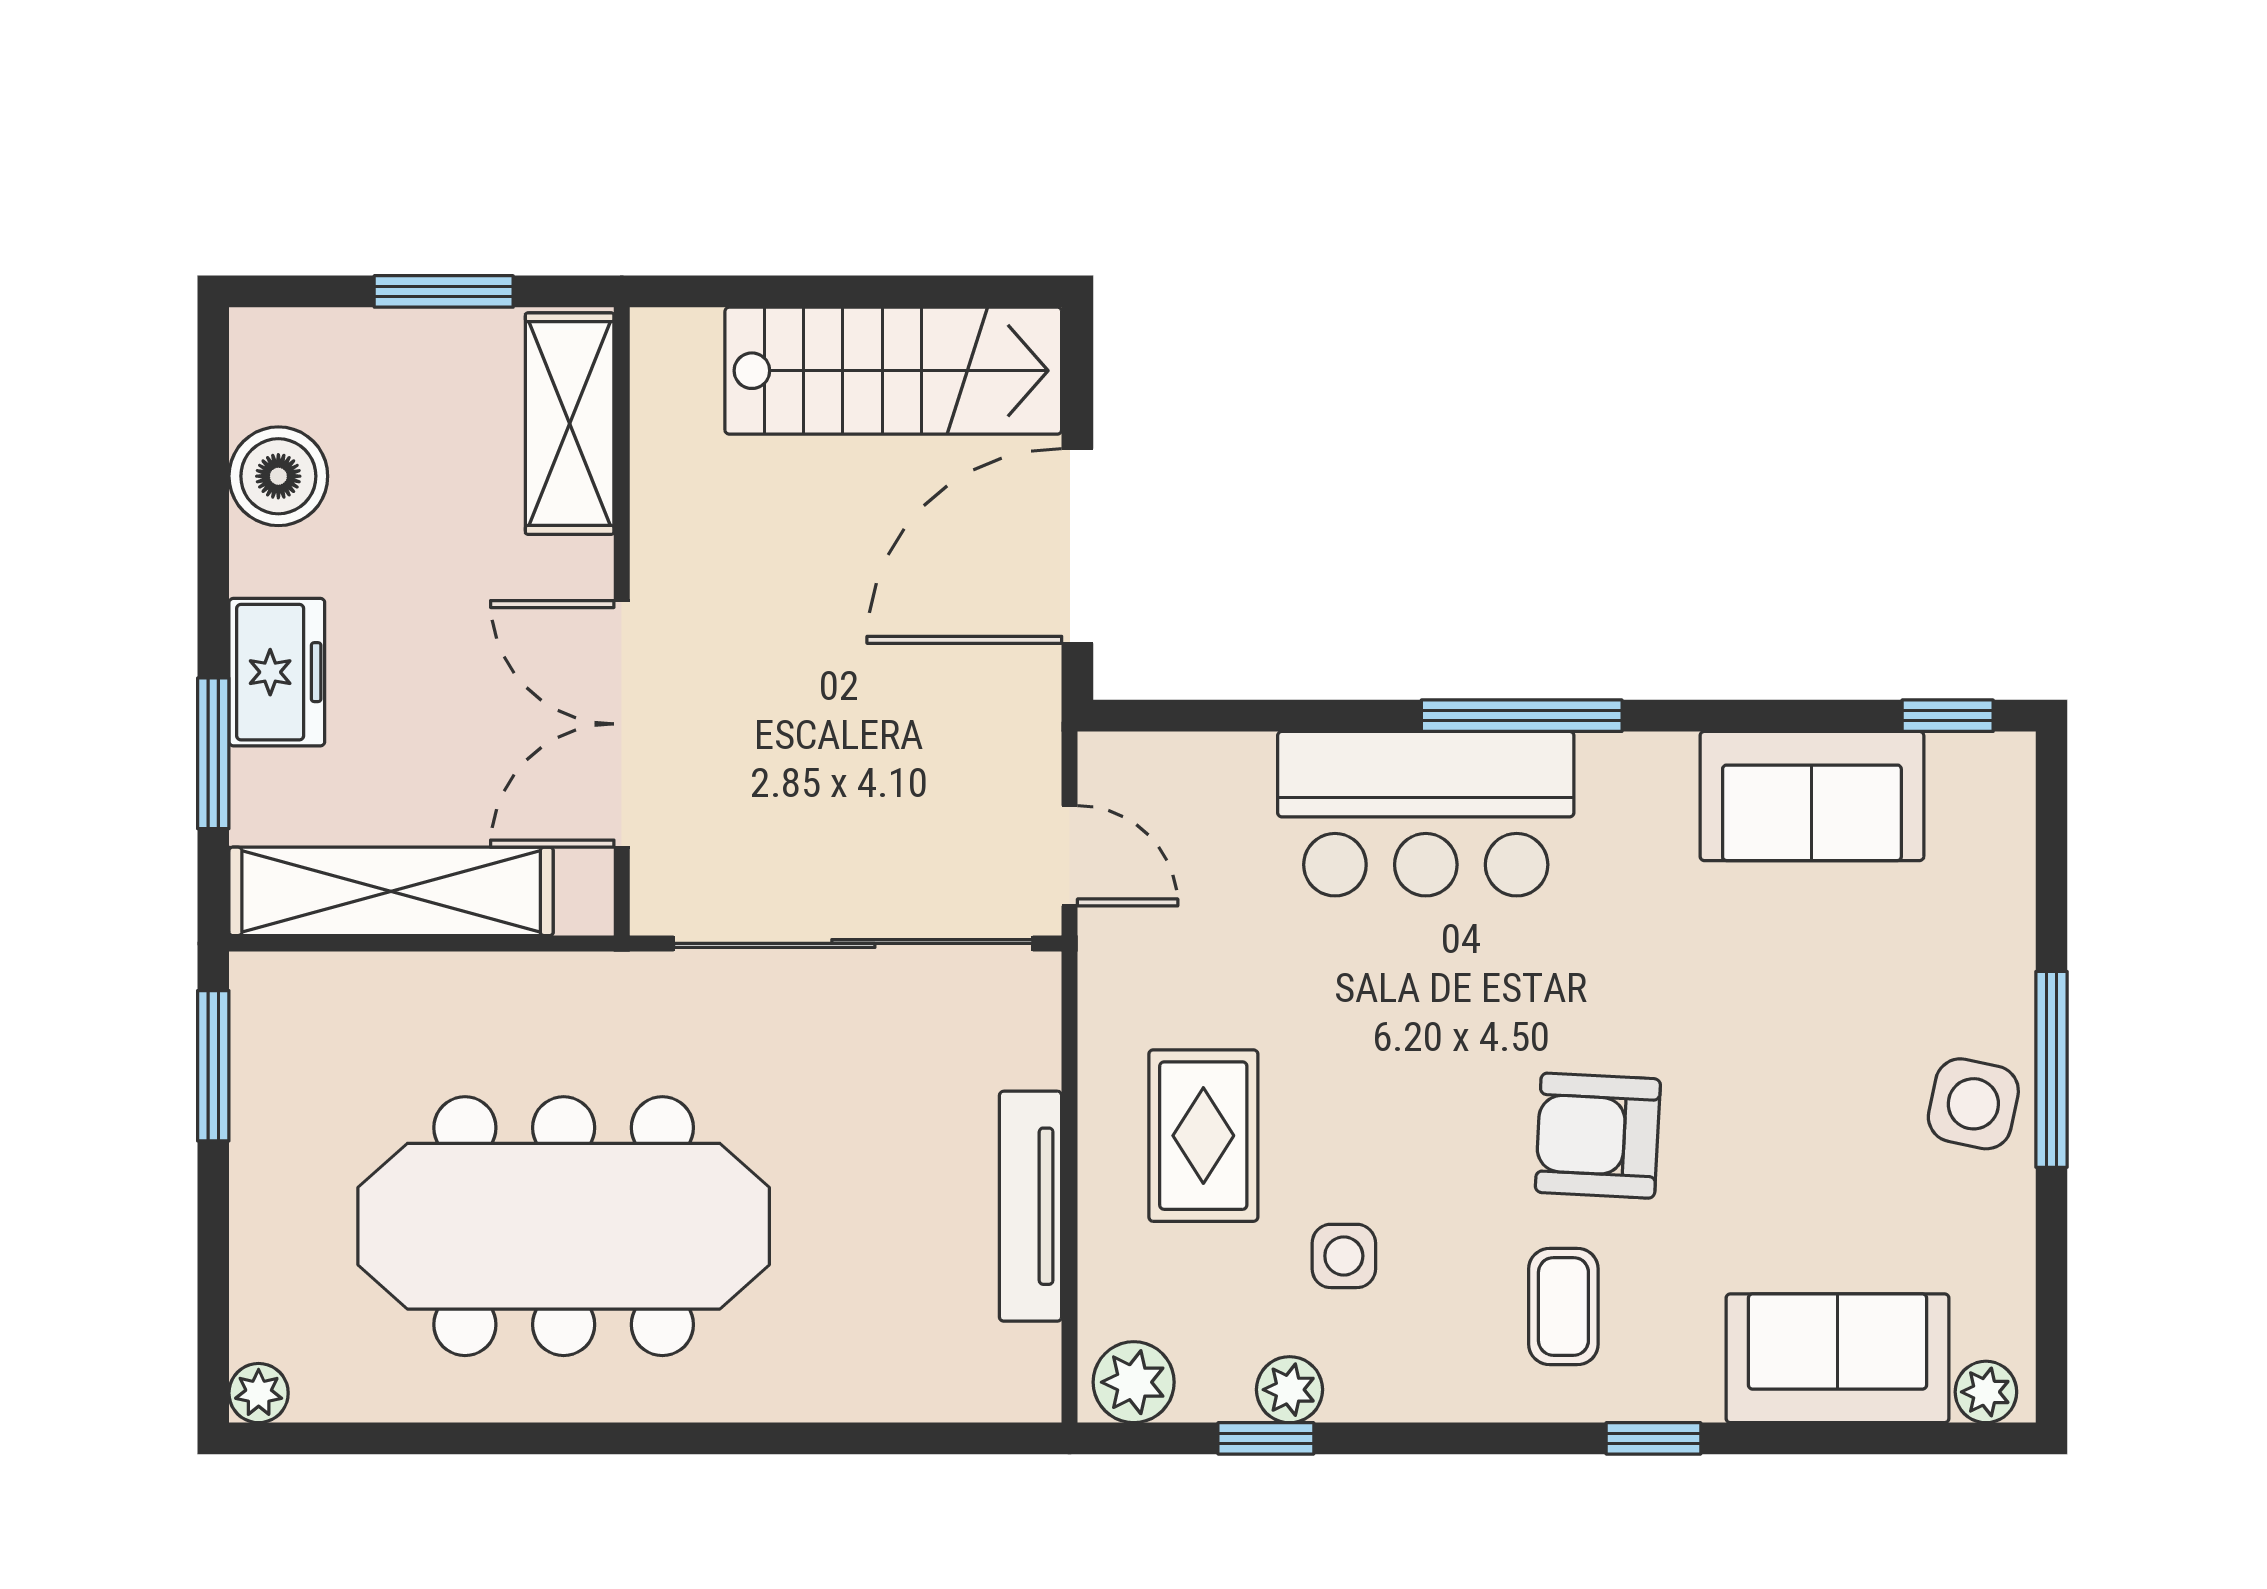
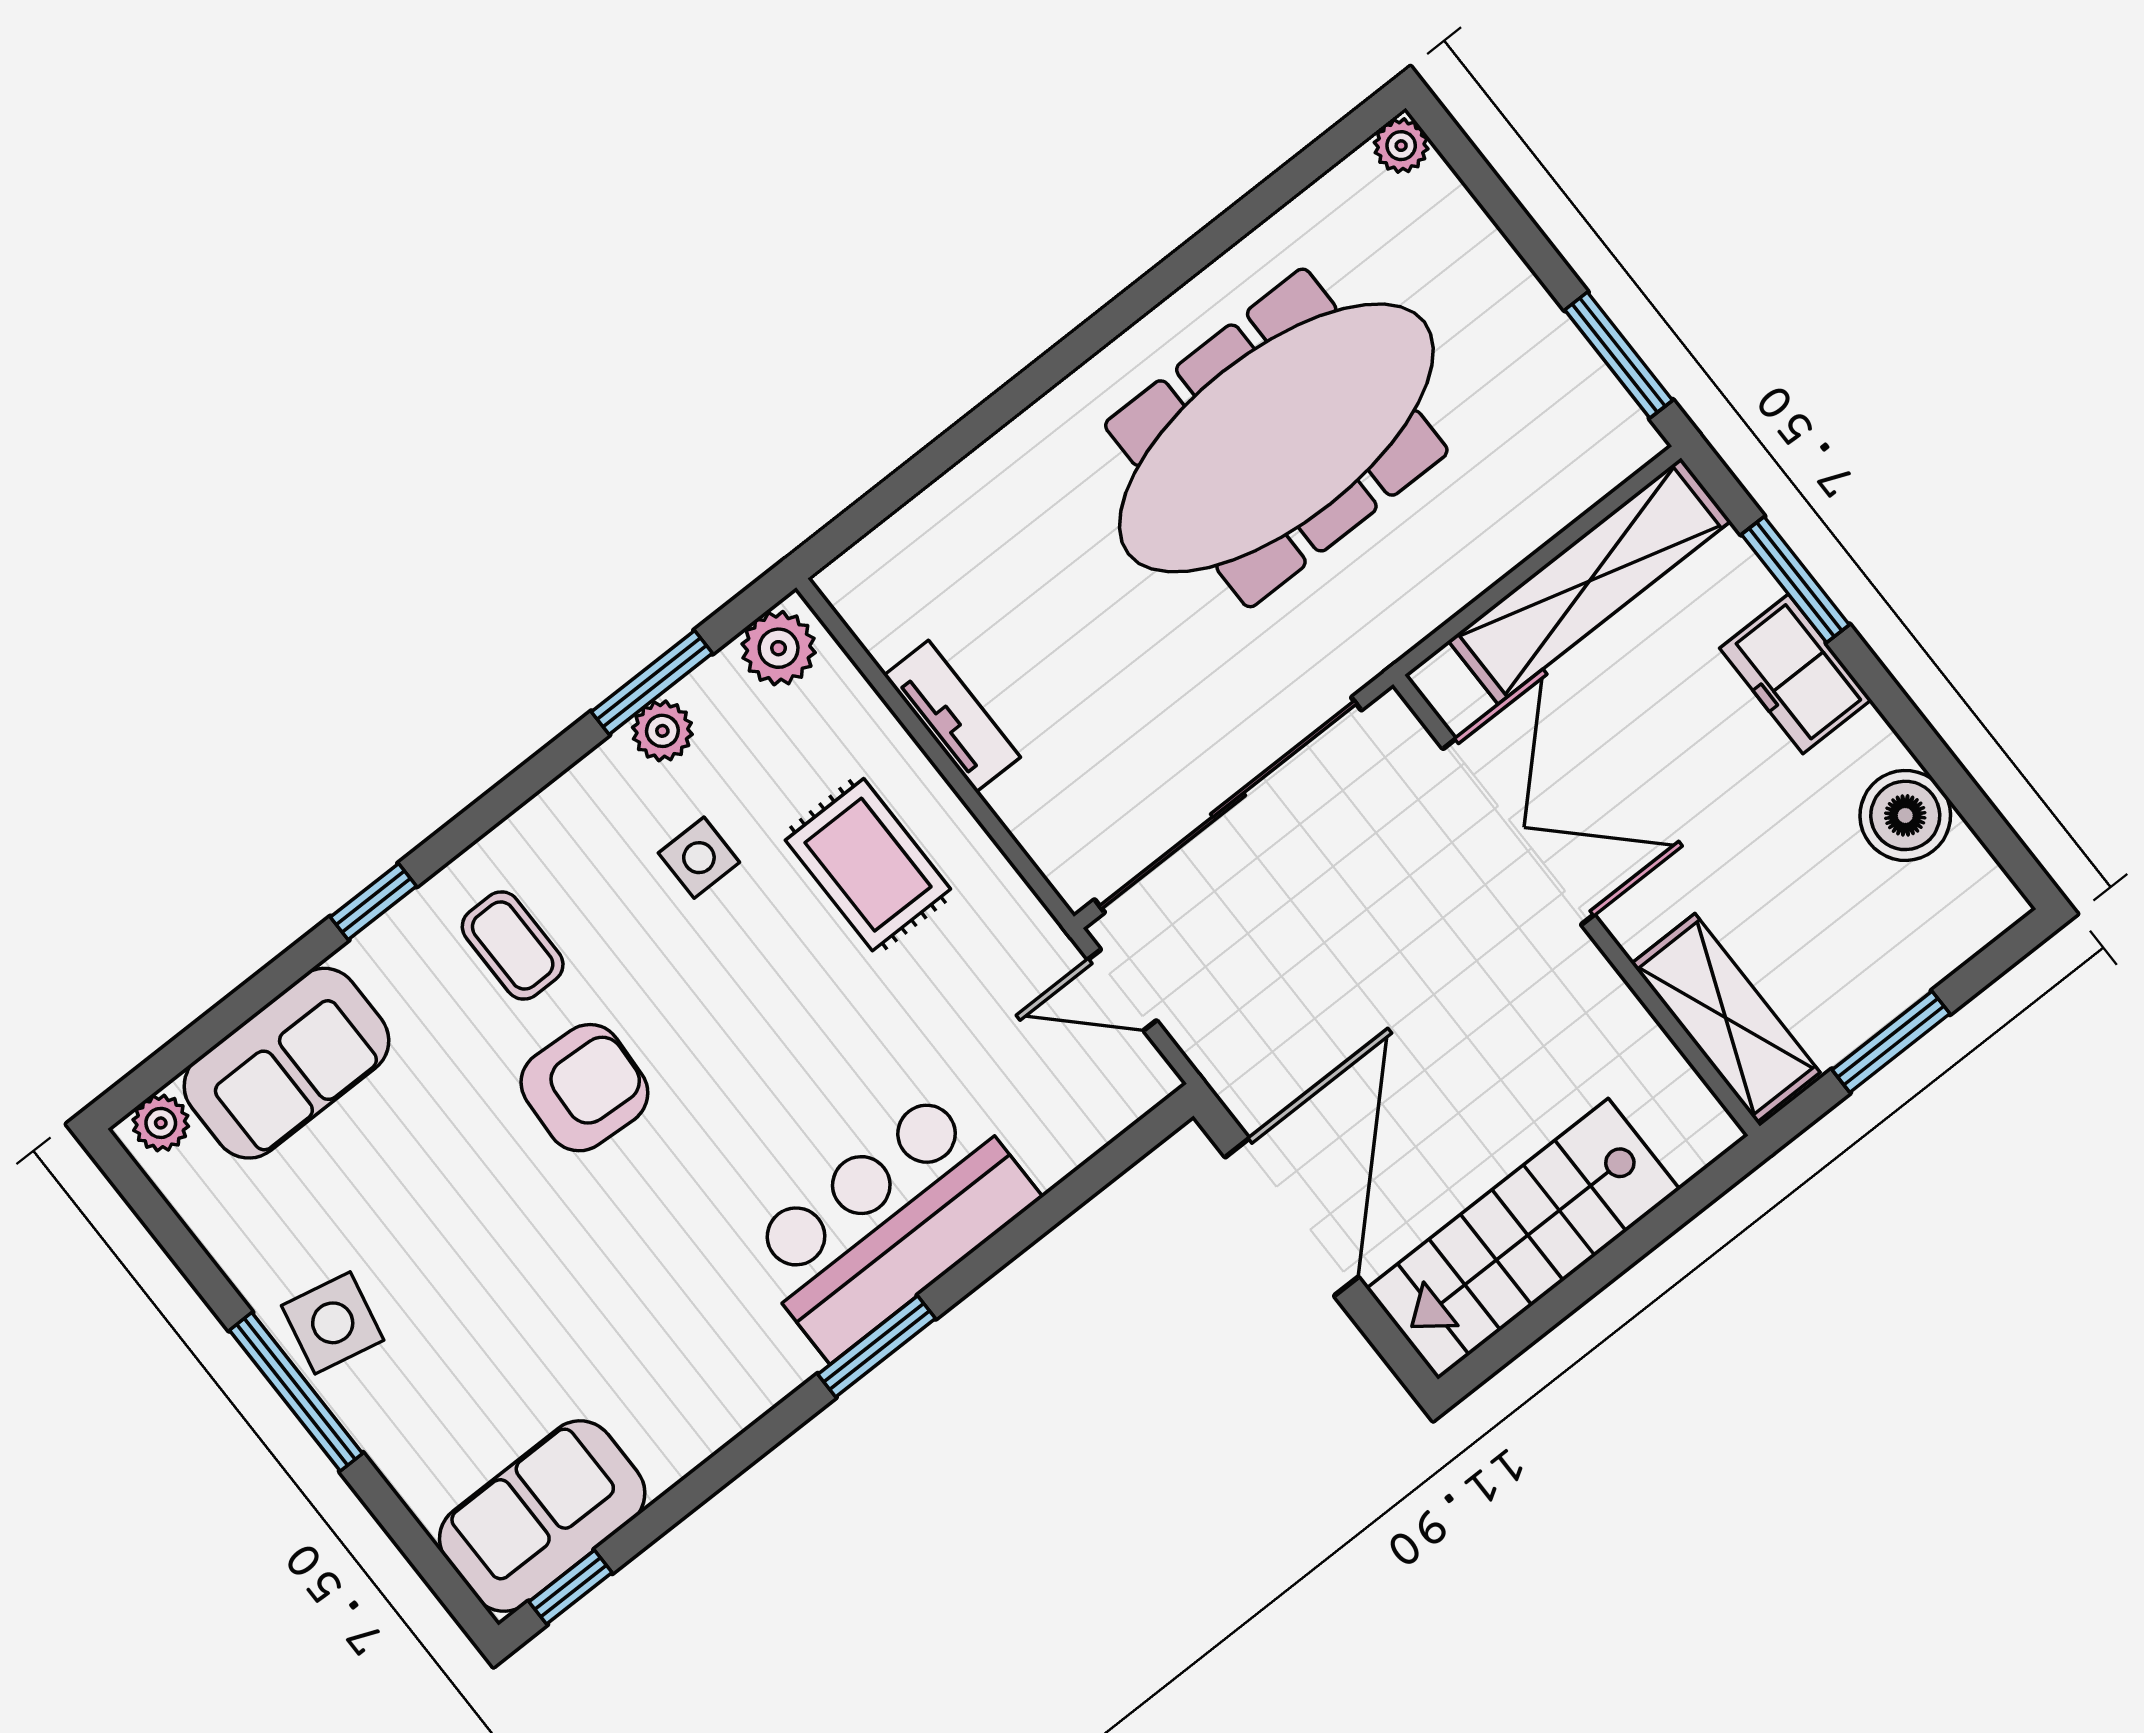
window: (1522, 716) -> (877, 1346), width x0.69
sofa: (1812, 796) -> (542, 1516), moved
tv unit: (1031, 1206) -> (952, 716), width x0.71
window: (1266, 1438) -> (652, 682), width x1.50

